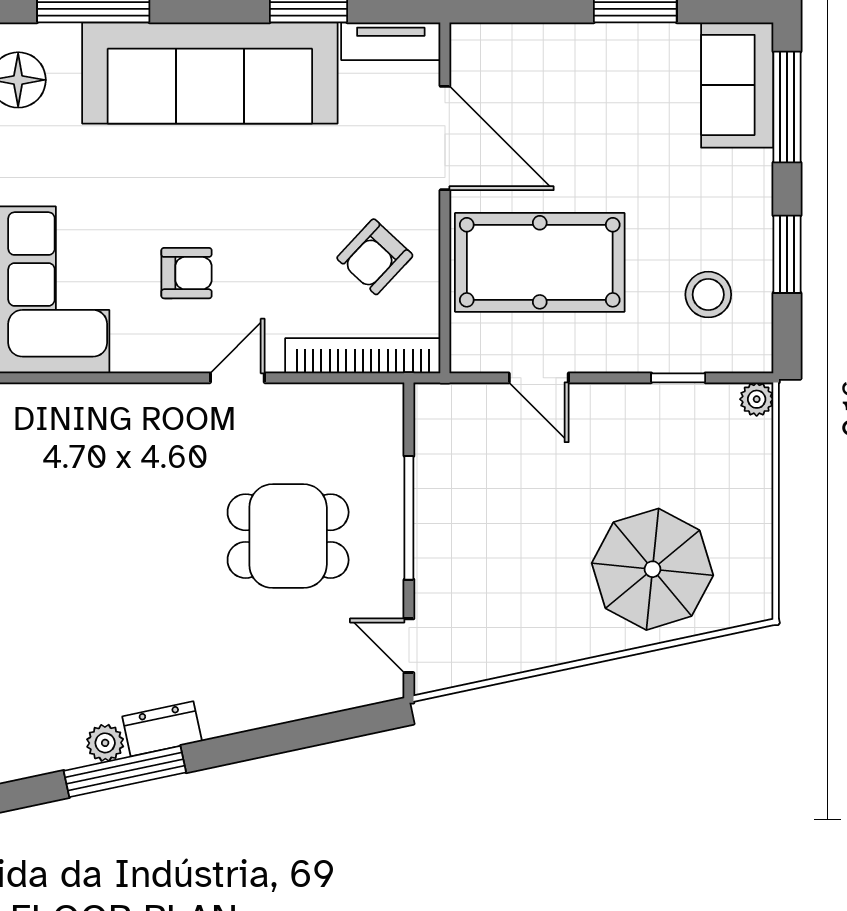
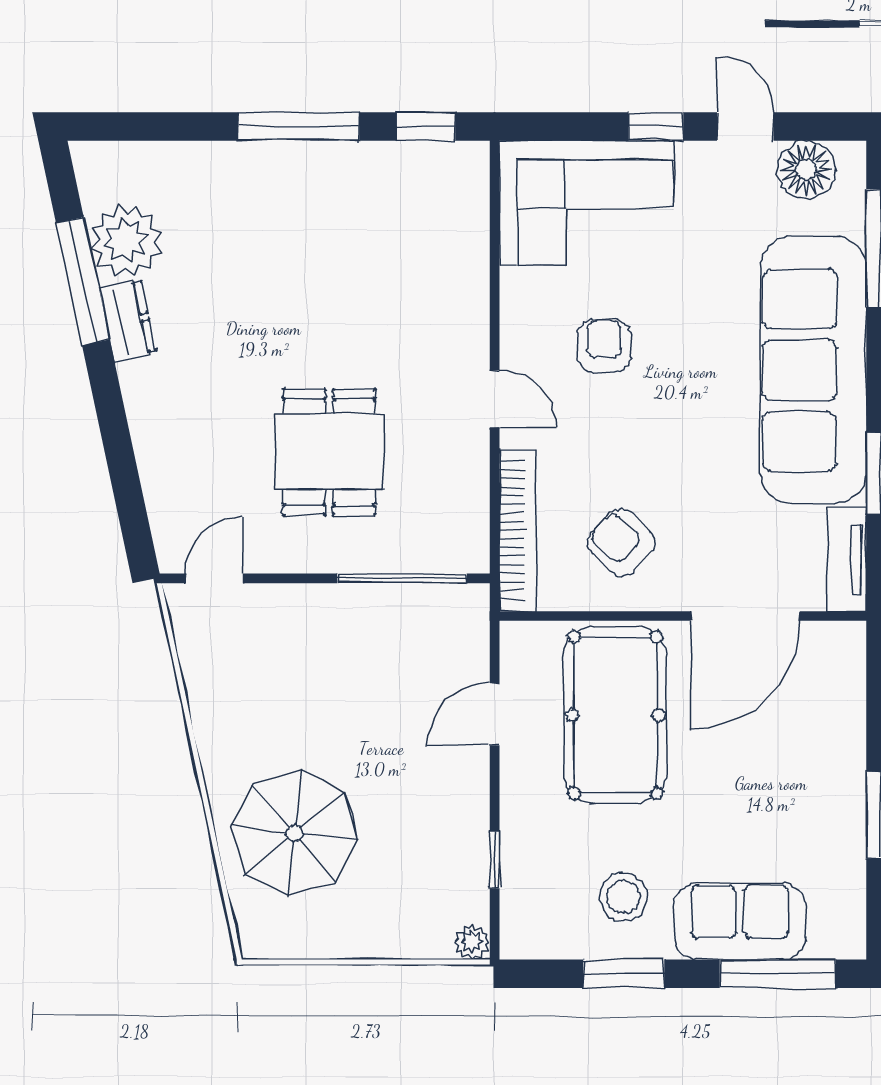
sofa: (737, 85) -> (740, 922), moved
armchair: (186, 273) -> (604, 346), turned 180
stool: (708, 295) -> (624, 897), moved
window: (409, 518) -> (402, 578), moved
plant: (105, 743) -> (126, 240), width x1.88, depth x1.88

